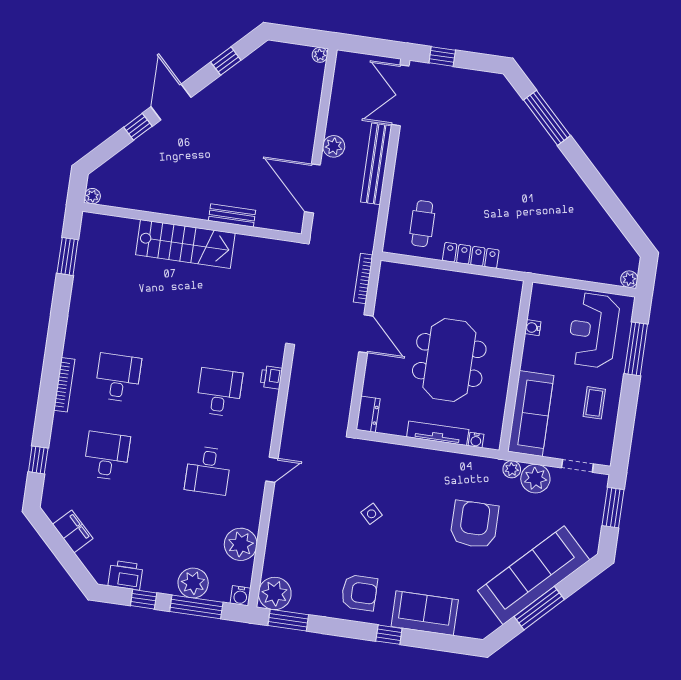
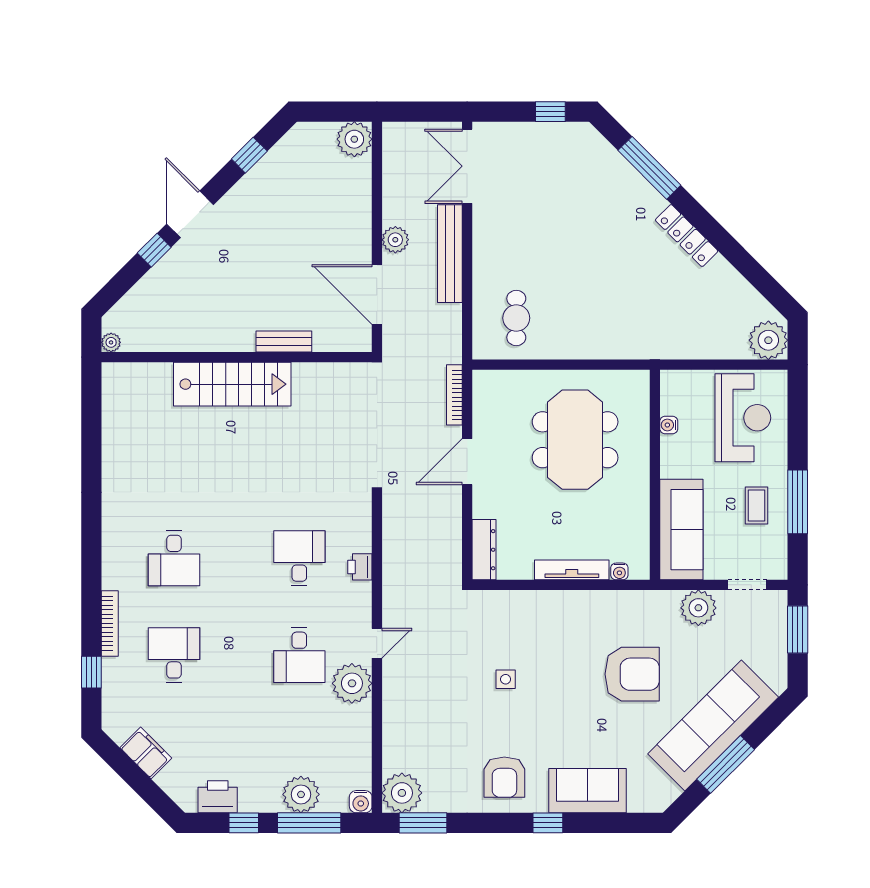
plant: (320, 55) -> (354, 139), width x1.88, depth x1.88
window: (442, 56) -> (550, 112), moved
locker: (471, 255) -> (687, 236), moved, turned -135
window: (68, 256) -> (91, 420), removed
plant: (629, 279) -> (768, 340), width x1.87, depth x1.87
reception desk: (593, 330) -> (743, 418), turned 180
door: (366, 334) -> (467, 462), swing flipped
window: (636, 349) -> (798, 502), moved
meeting table: (449, 360) -> (575, 440), moved
printer: (271, 377) -> (360, 567), moved
desk: (118, 378) -> (174, 558), turned 180
bookcase: (64, 385) -> (110, 623), moved
dresser: (368, 414) -> (484, 550), width x1.44
plant: (512, 469) -> (668, 601), removed
side table: (372, 514) -> (506, 679), turned 45
armchair: (474, 524) -> (632, 674), turned 90
plant: (241, 544) -> (352, 683), moved
armchair: (359, 593) -> (504, 777), turned 90

